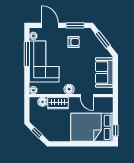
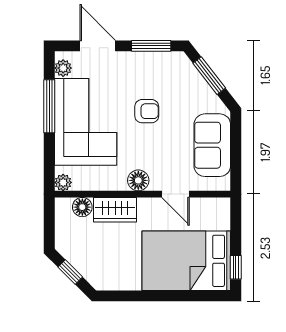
armchair: (74, 42) -> (147, 111), moved

